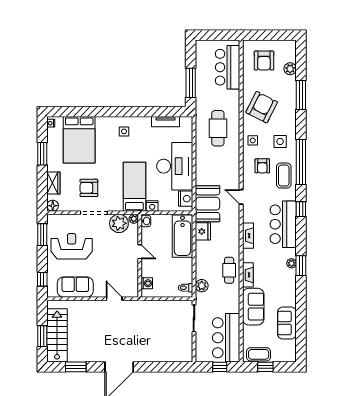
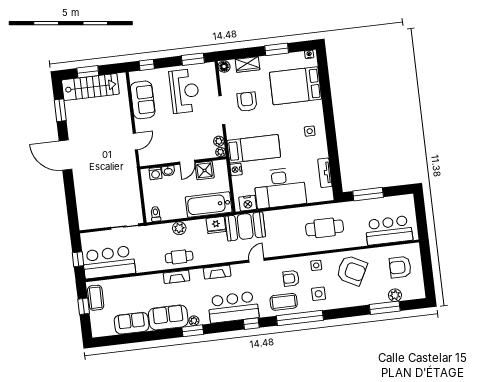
window: (301, 95) -> (385, 308), moved
washbasin: (146, 221) -> (168, 171), moved
plant: (119, 223) -> (219, 141), width x0.53, depth x0.53
shower: (150, 236) -> (205, 170), added
plant: (202, 286) -> (179, 228), moved
sofa: (253, 307) -> (168, 317), moved, turned 180

